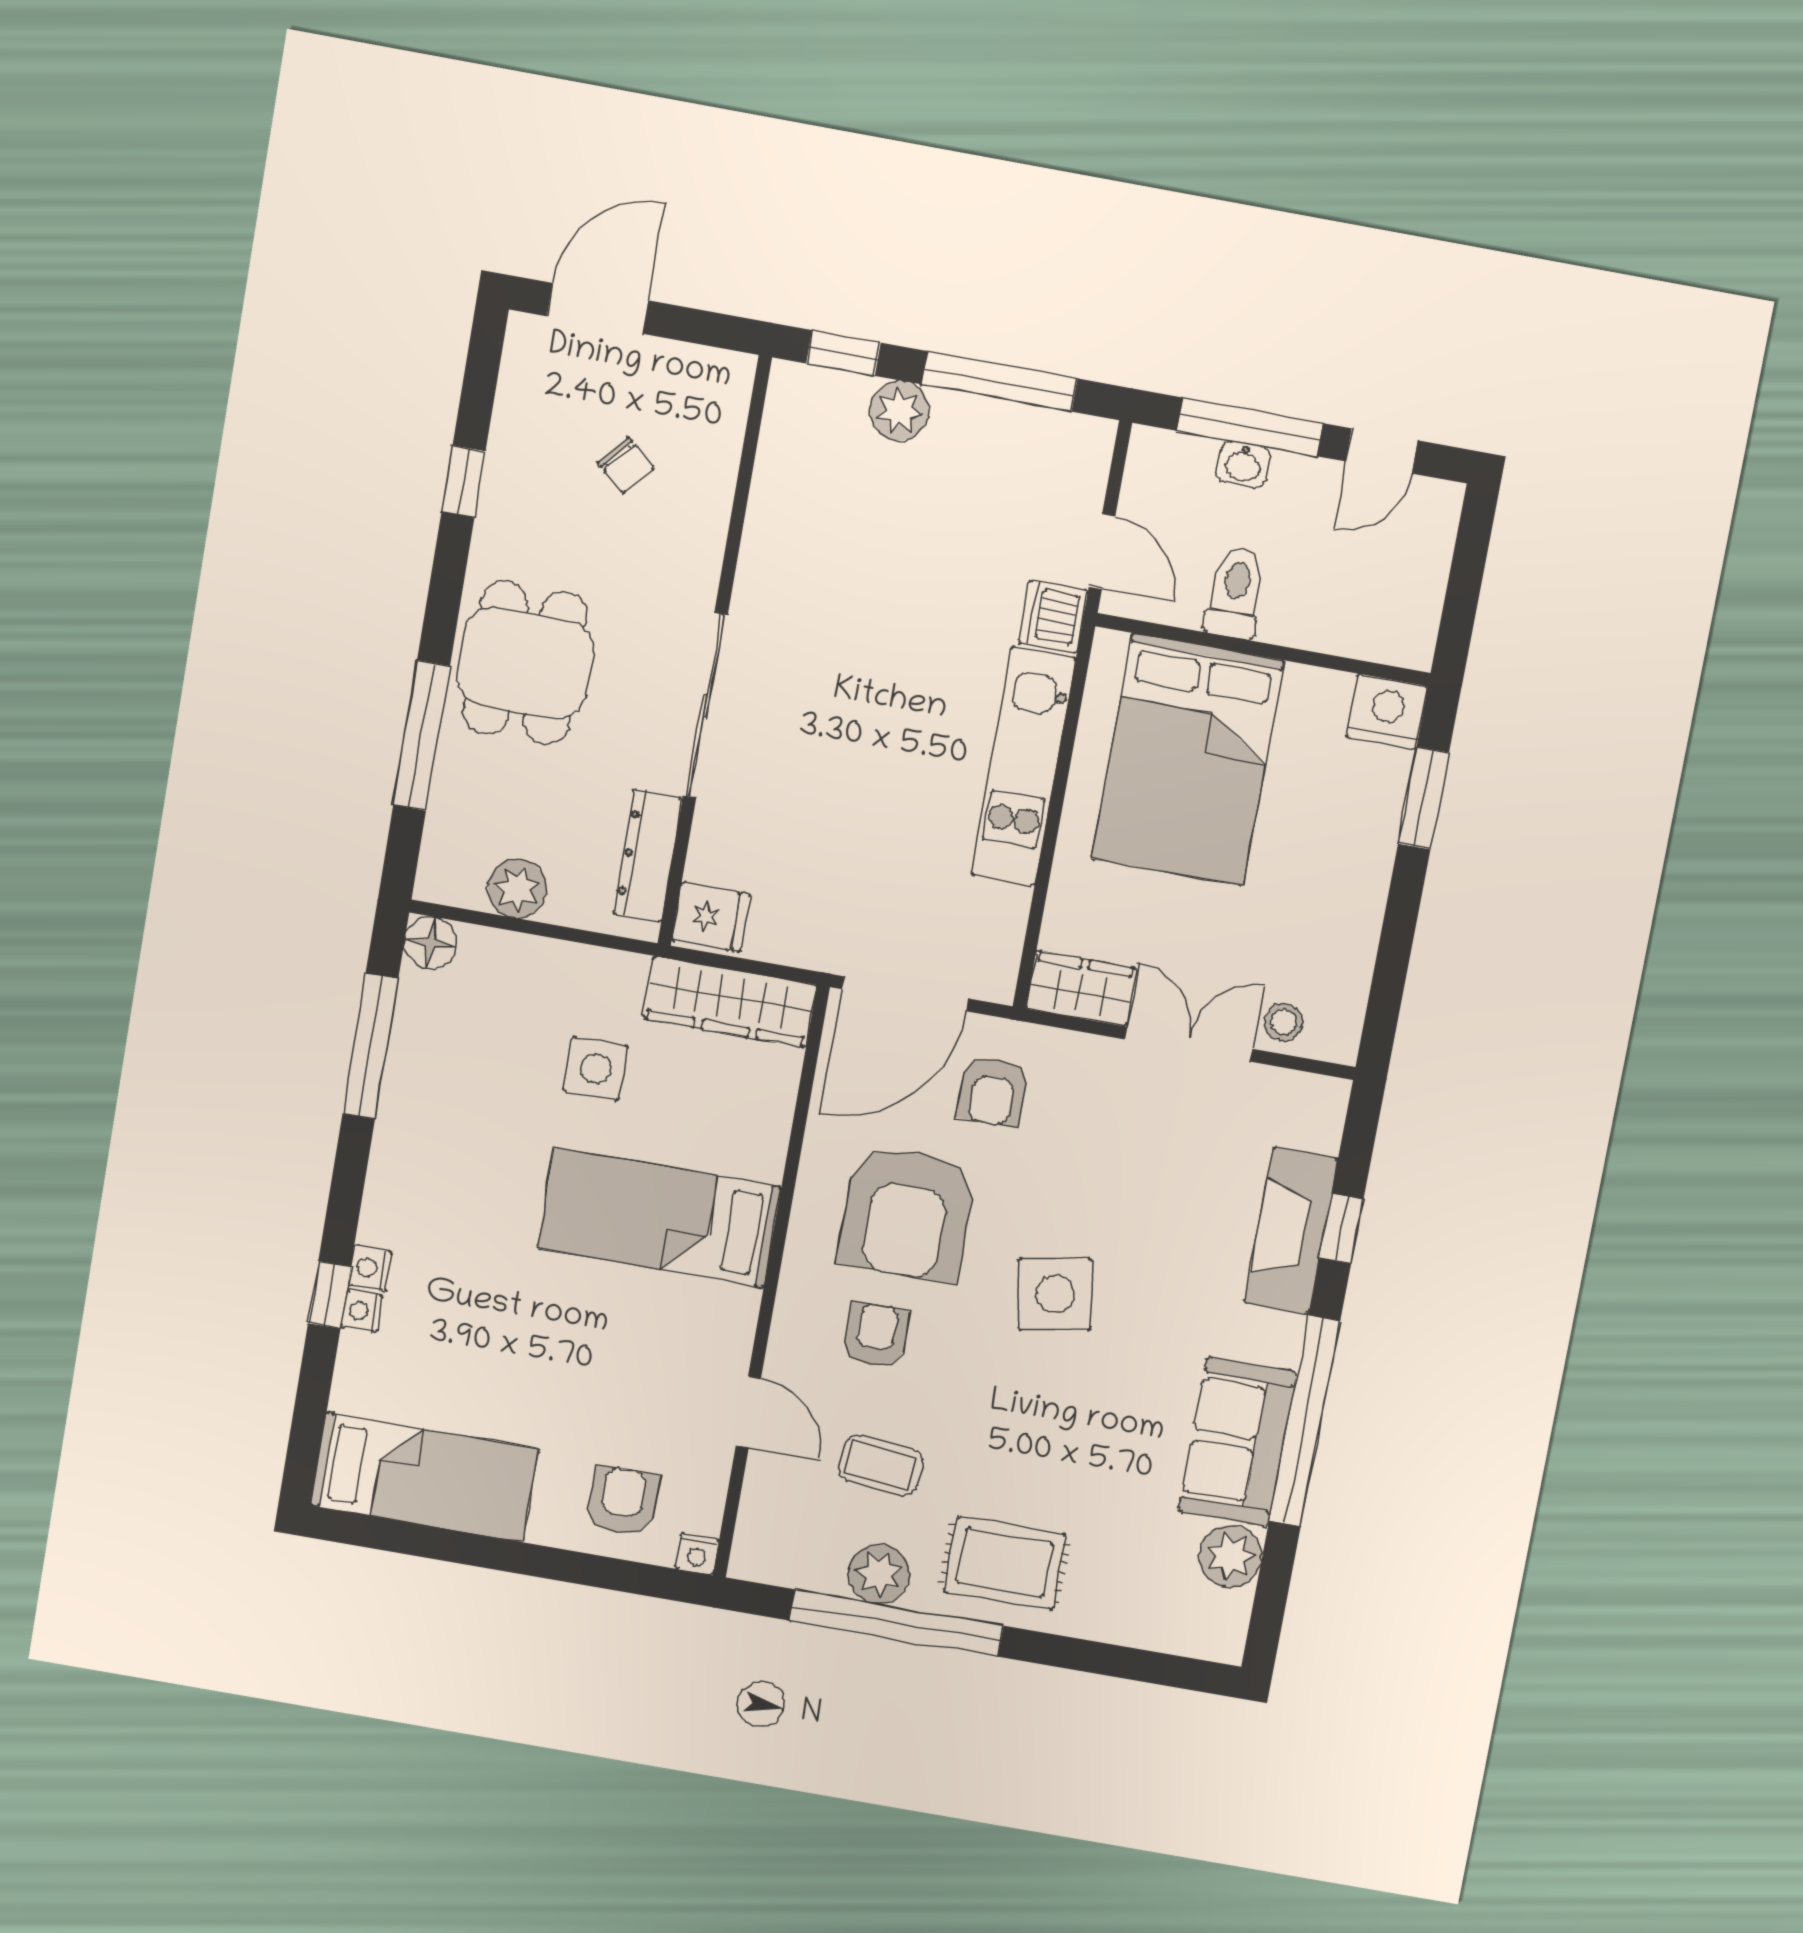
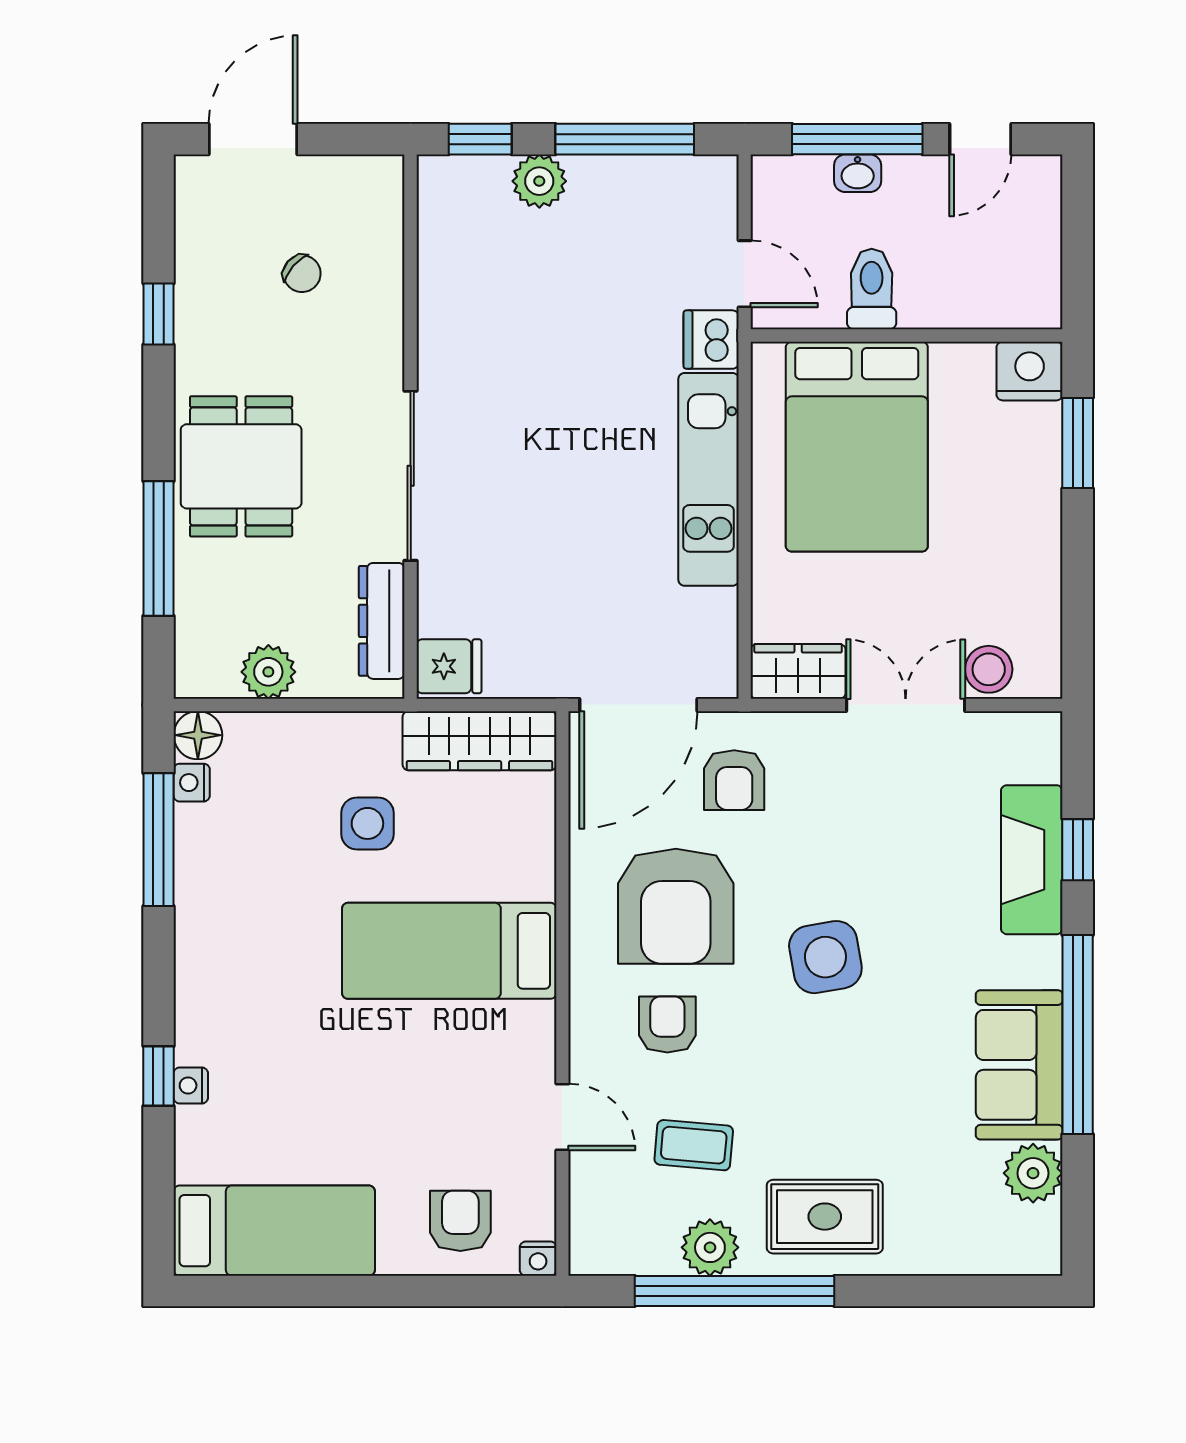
stool: (1284, 1022) -> (989, 669), width x1.37, depth x1.37
nightstand: (370, 1268) -> (192, 783), moved

